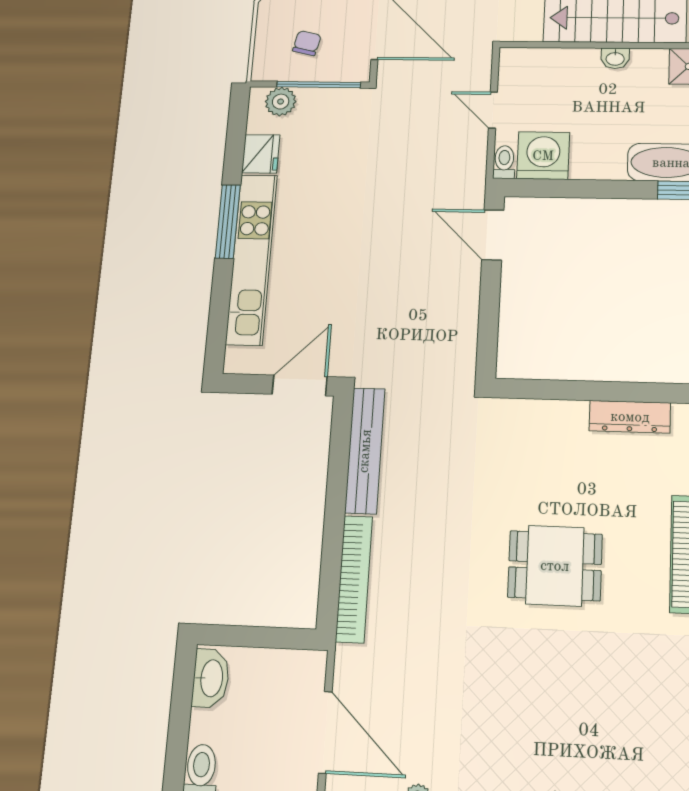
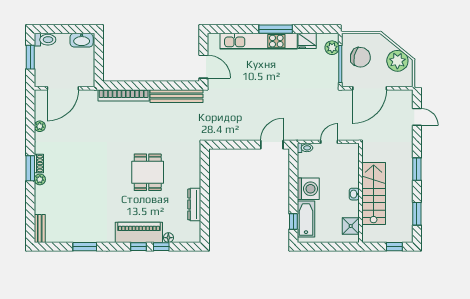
chair: (307, 43) -> (360, 57), width x1.87, depth x1.87
washing machine: (543, 156) -> (308, 189), moved
dining table: (555, 566) -> (148, 172), moved

